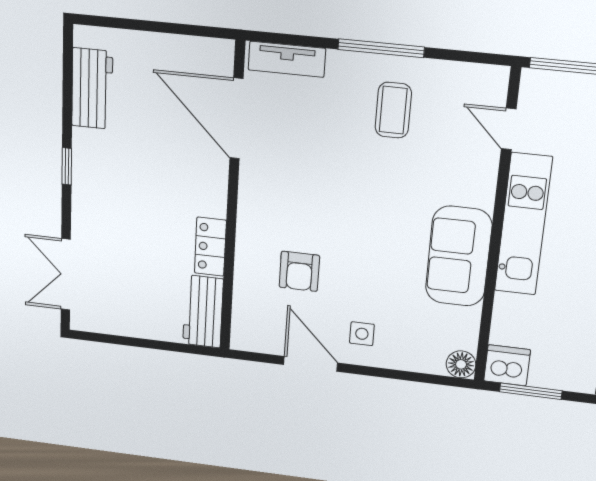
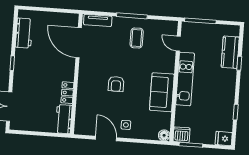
armchair: (299, 271) -> (116, 84), moved

